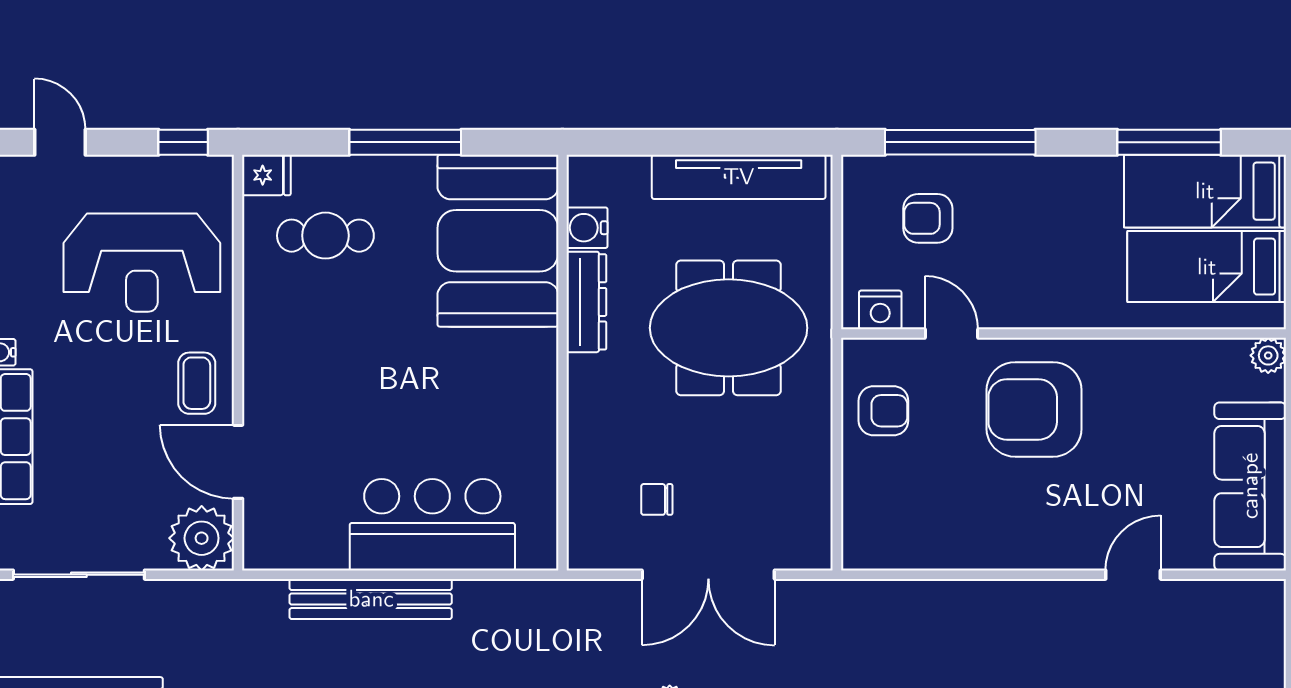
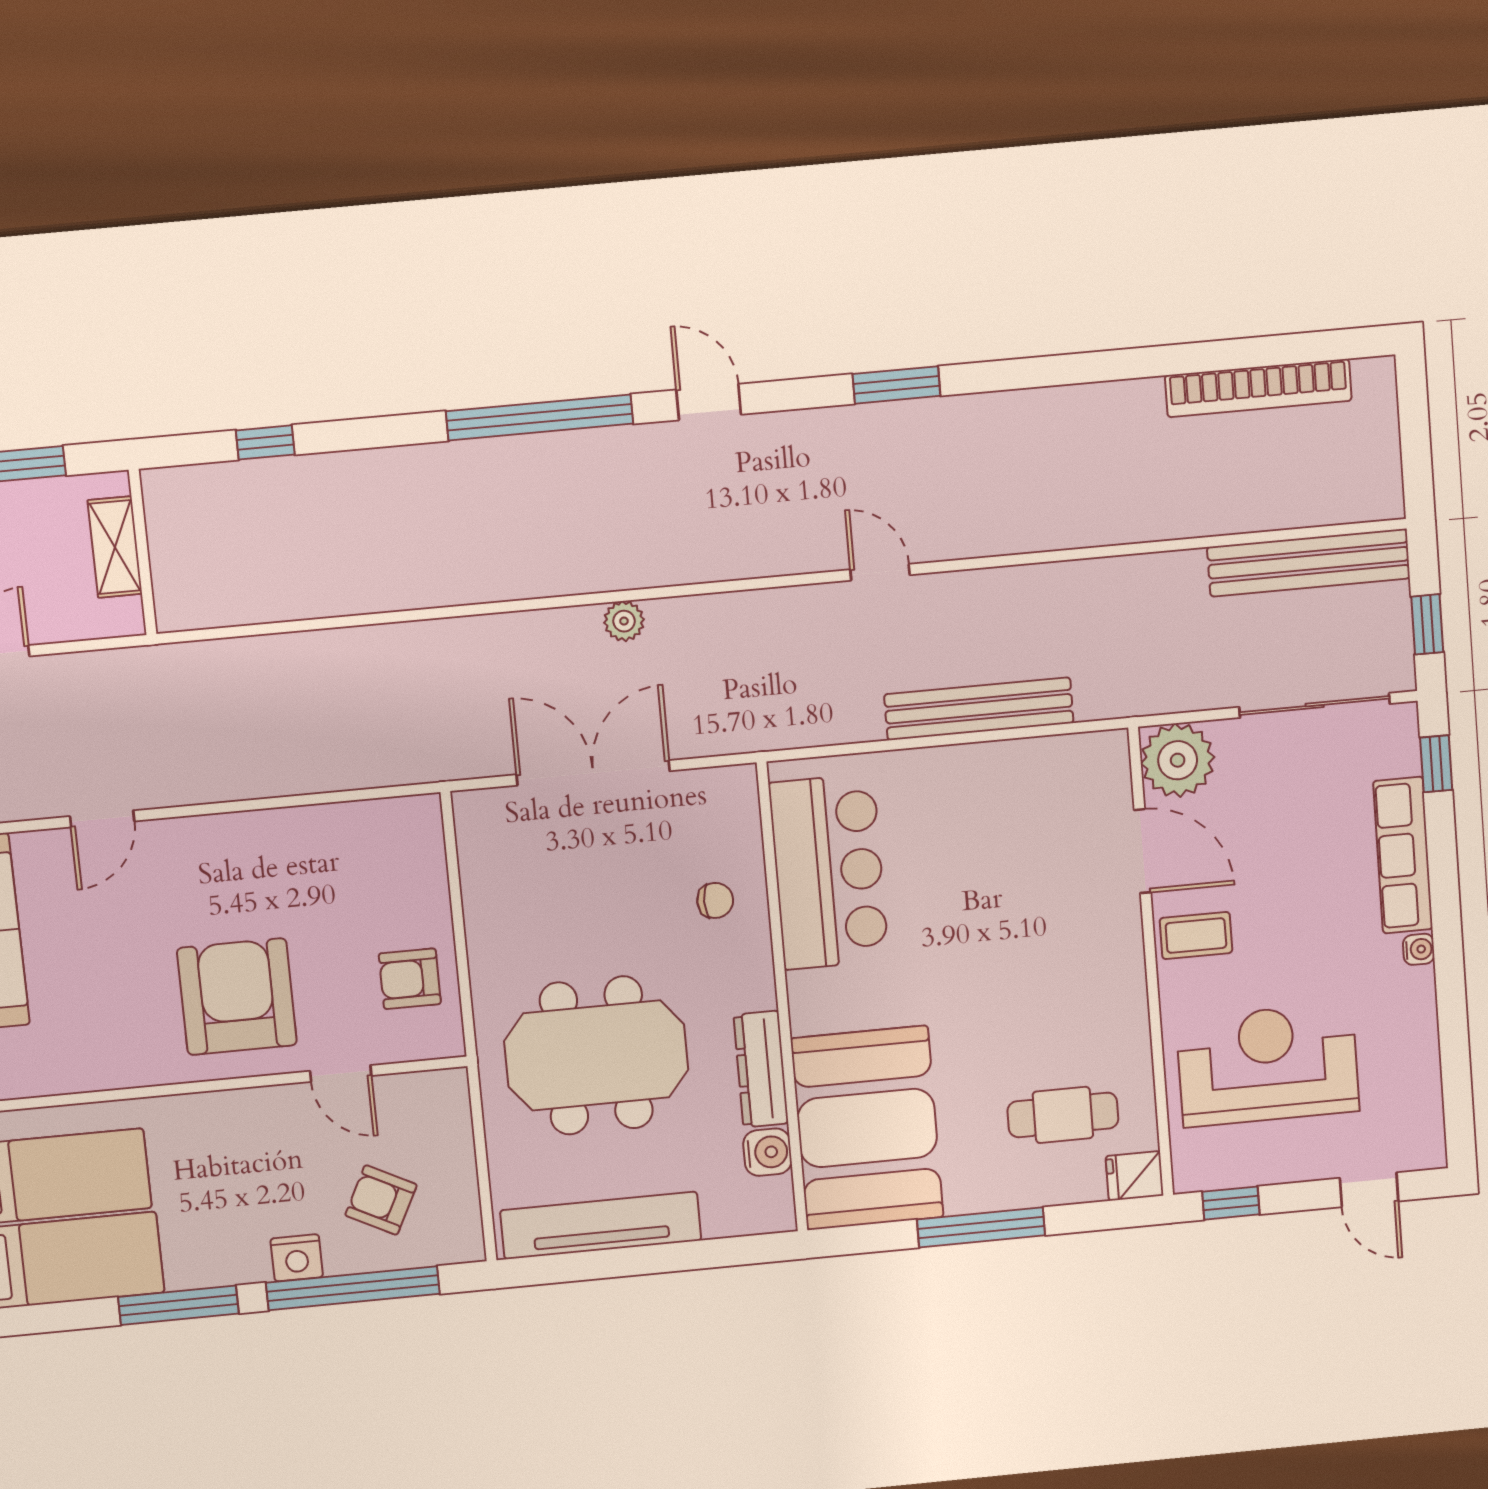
window: (1169, 142) -> (178, 1305), moved
armchair: (928, 218) -> (381, 1200), turned -153
nightstand: (880, 310) -> (297, 1258), moved, turned 180
coffee table: (197, 383) -> (1196, 935), turned 90
armchair: (1034, 409) -> (237, 997), turned -90
chair: (657, 499) -> (715, 900), moved
bar counter: (432, 525) -> (829, 872), moved, turned -90

